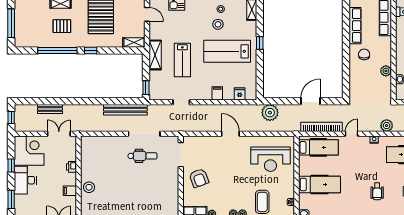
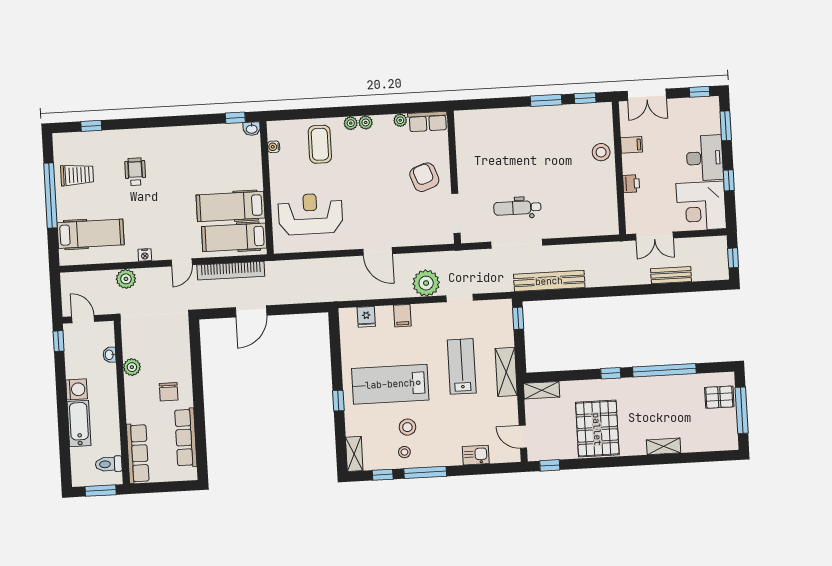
pallet: (62, 26) -> (719, 397), moved
lab bench: (227, 51) -> (390, 384), turned 180
plant: (270, 113) -> (426, 283), moved
hospital bed: (320, 185) -> (231, 206), moved

